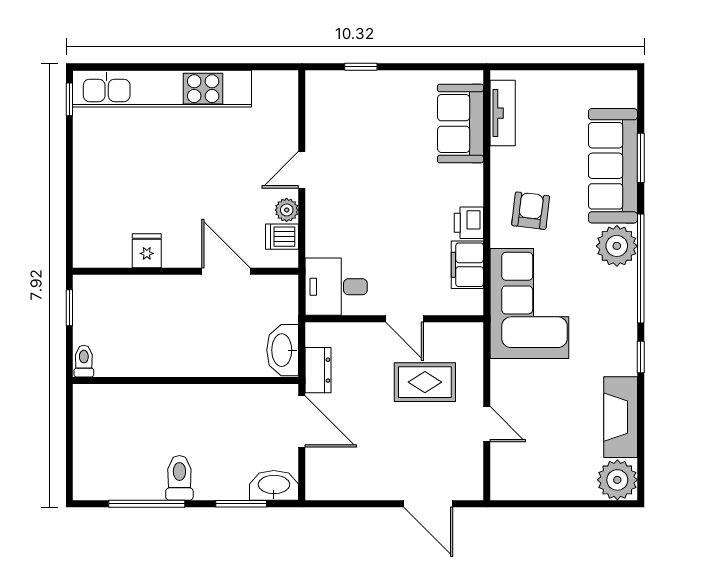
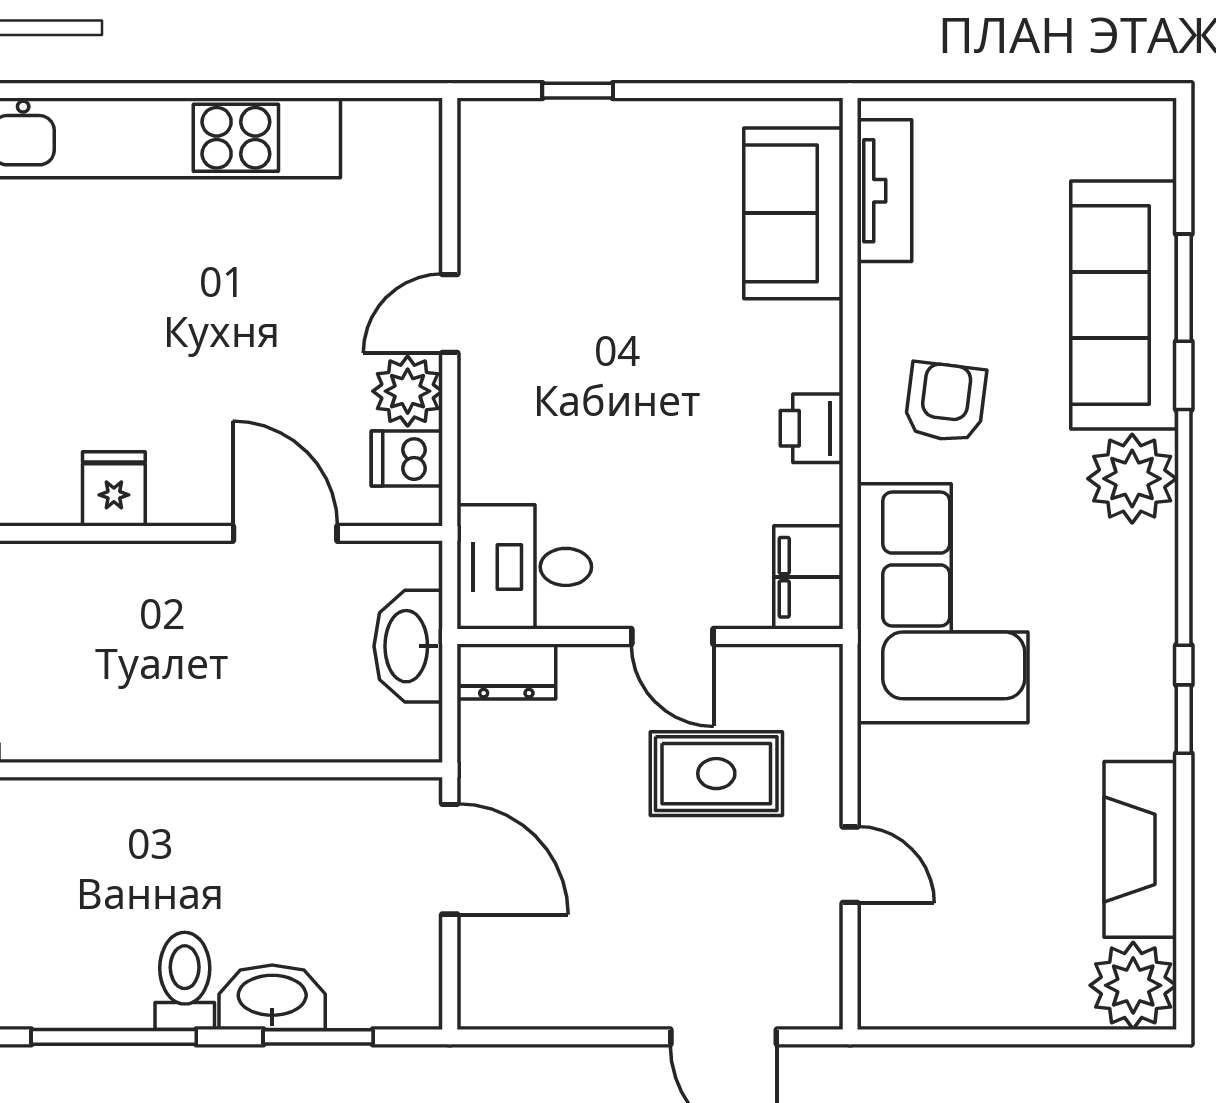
plant: (287, 210) -> (408, 391), width x1.38, depth x1.38
filing cabinet: (467, 265) -> (808, 577), moved
washbasin: (283, 350) -> (408, 646), moved
dresser: (318, 370) -> (506, 672), moved, turned 90
washbasin: (274, 485) -> (272, 997), moved

